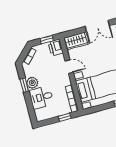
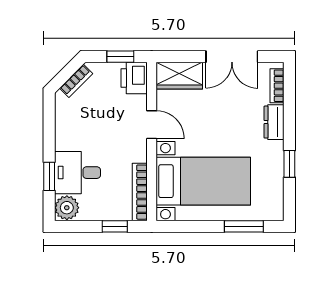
plant: (32, 83) -> (67, 208), moved
window: (24, 85) -> (49, 176), moved

